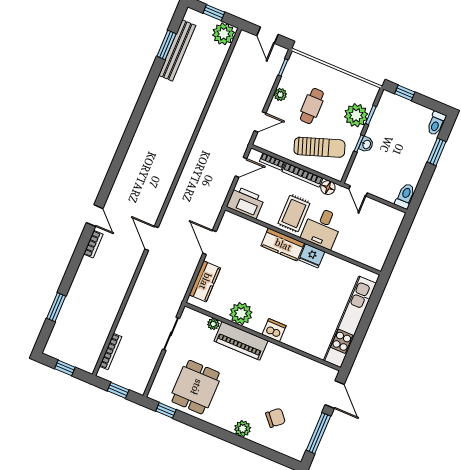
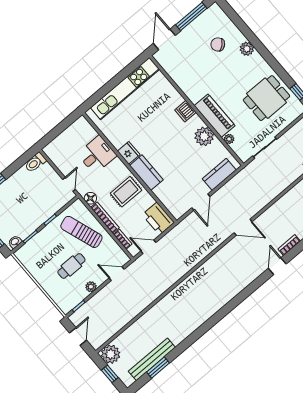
plant: (356, 115) -> (42, 242), removed
washbasin: (366, 144) -> (15, 242), moved
desk: (322, 228) -> (97, 155), moved
door: (151, 238) -> (243, 227), hinge flipped

